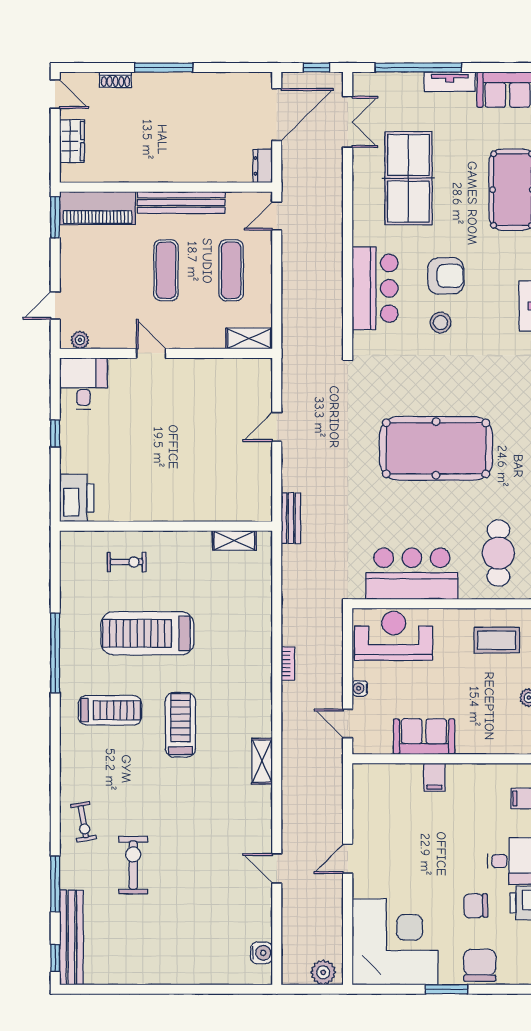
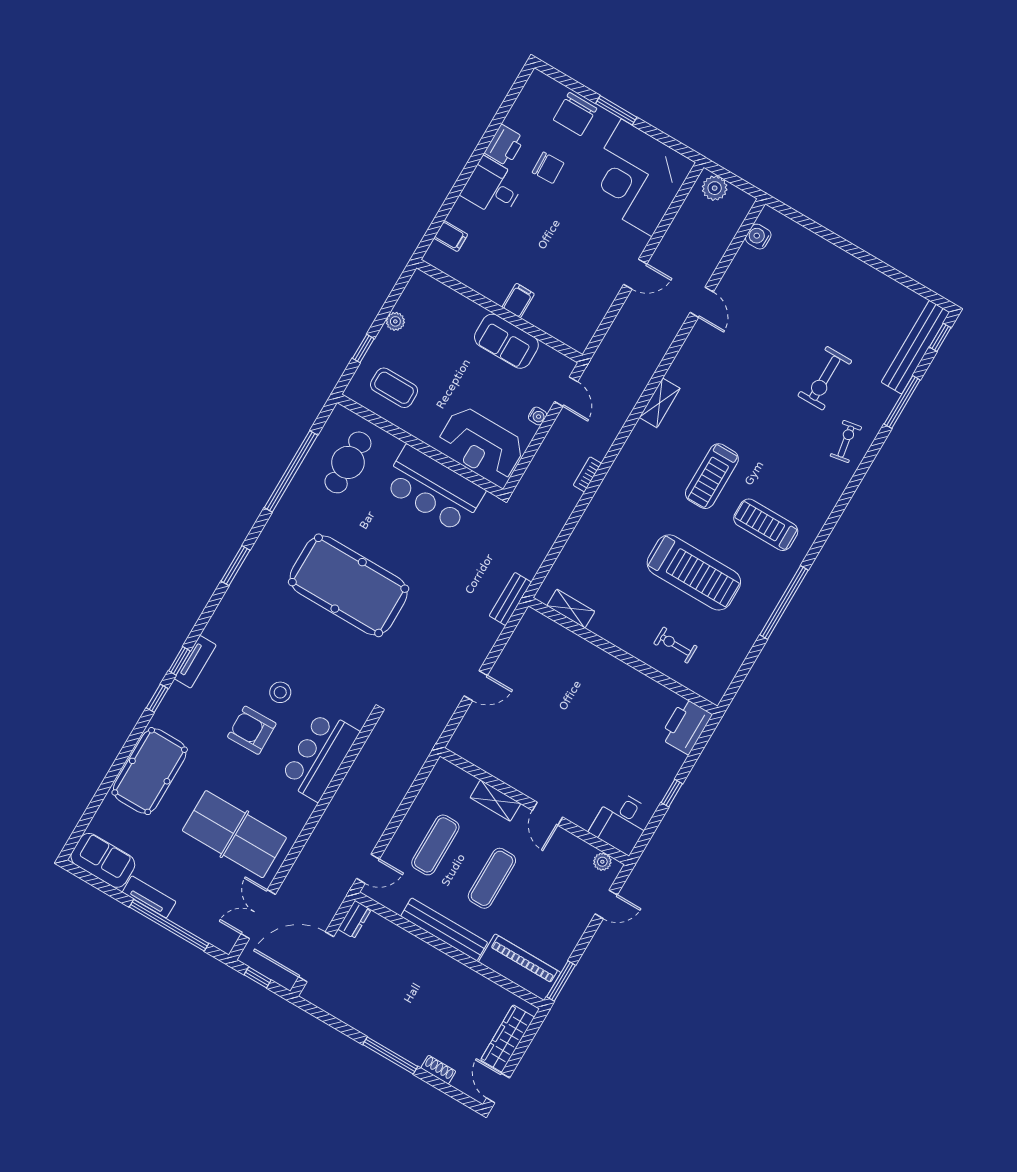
wardrobe: (72, 141) -> (508, 1039), width x1.50
table tennis table: (408, 178) -> (234, 834), turned 90
shelving: (249, 338) -> (495, 801), moved

